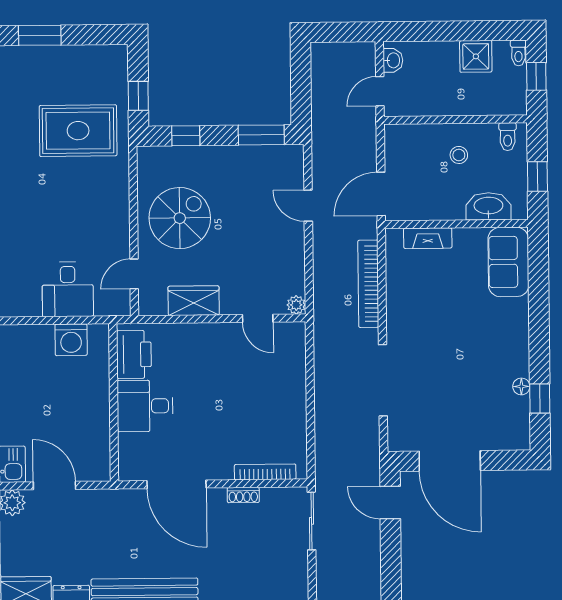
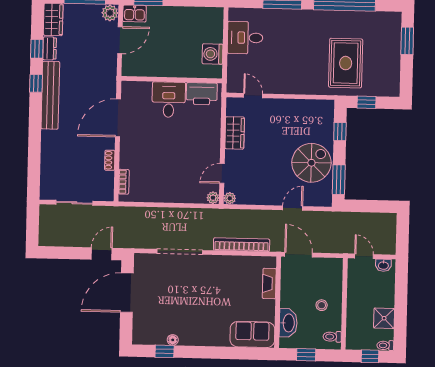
spiral stairs: (180, 218) -> (311, 163), moved, turned -90
desk: (68, 289) -> (245, 38), moved
plant: (296, 331) -> (213, 198), added
bookcase: (265, 472) -> (124, 182), width x0.64
sliding door: (312, 521) -> (74, 203), moved

